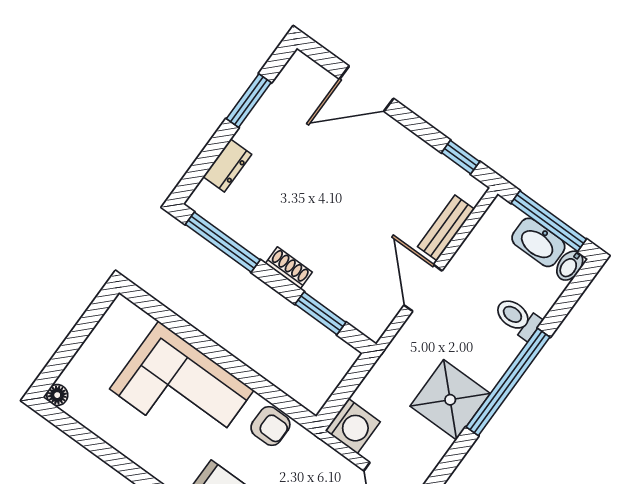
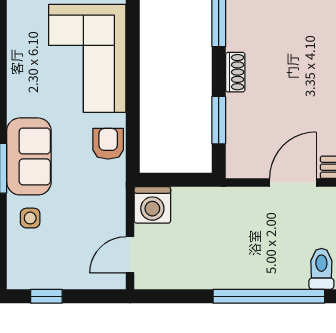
shower: (450, 400) -> (224, 263), removed
armchair: (270, 426) -> (108, 144), turned 180

